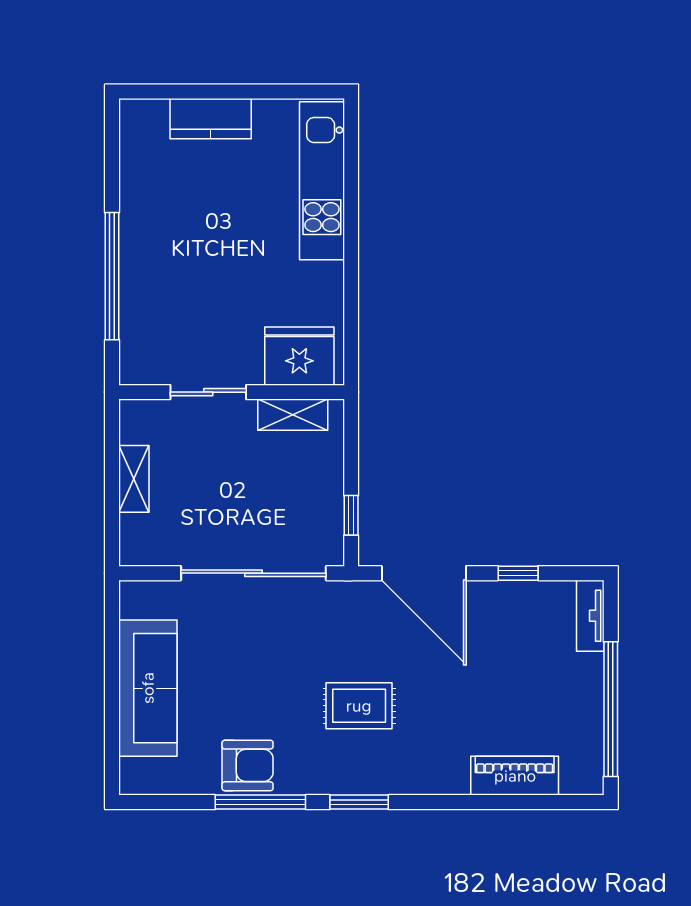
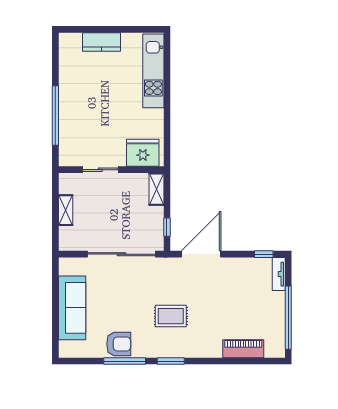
shelving: (293, 415) -> (156, 189), moved, turned 90
door: (424, 573) -> (201, 254), swing flipped
window: (518, 573) -> (264, 254), moved

